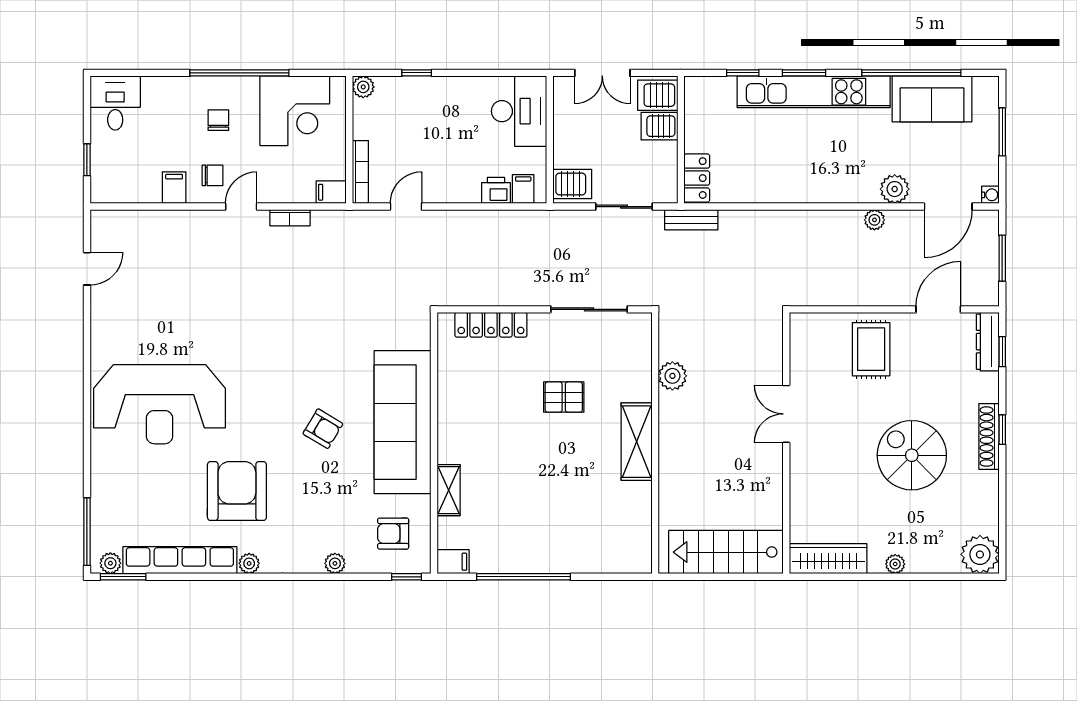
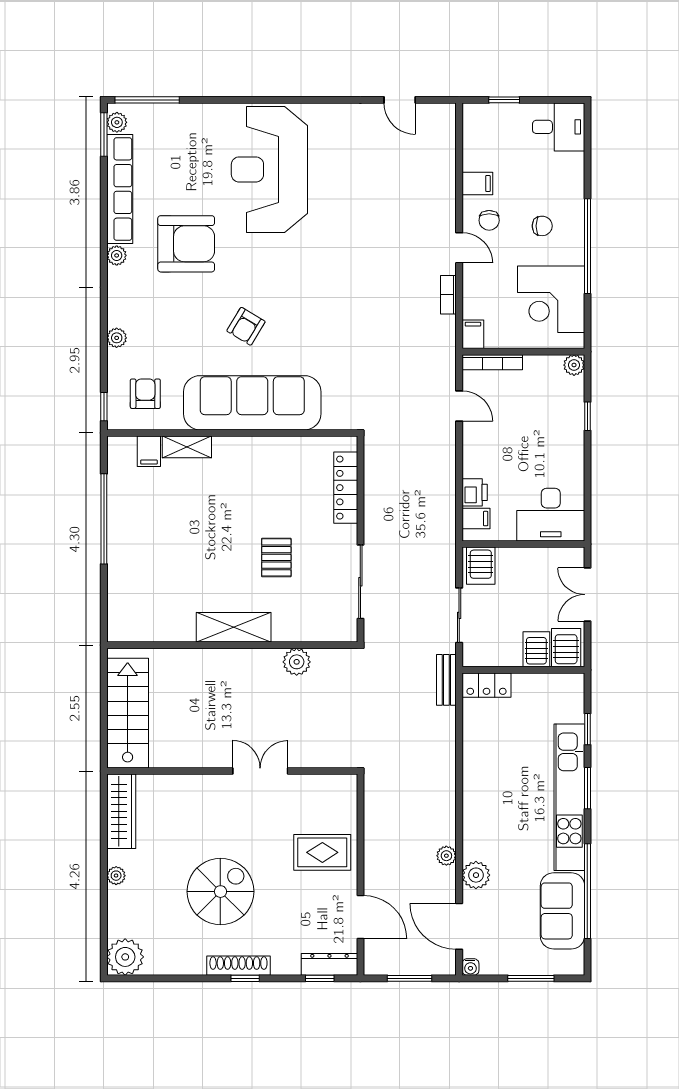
filing cabinet: (453, 562) -> (149, 451), moved

